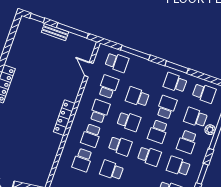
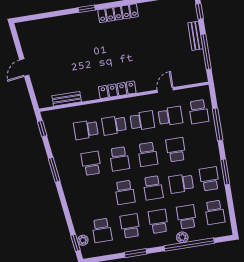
door: (89, 69) -> (165, 90), moved
school desk: (166, 107) -> (181, 183), turned 180
school desk: (158, 132) -> (153, 188), turned -90
school desk: (187, 142) -> (158, 221), turned 90
bench: (50, 162) -> (67, 99), added

